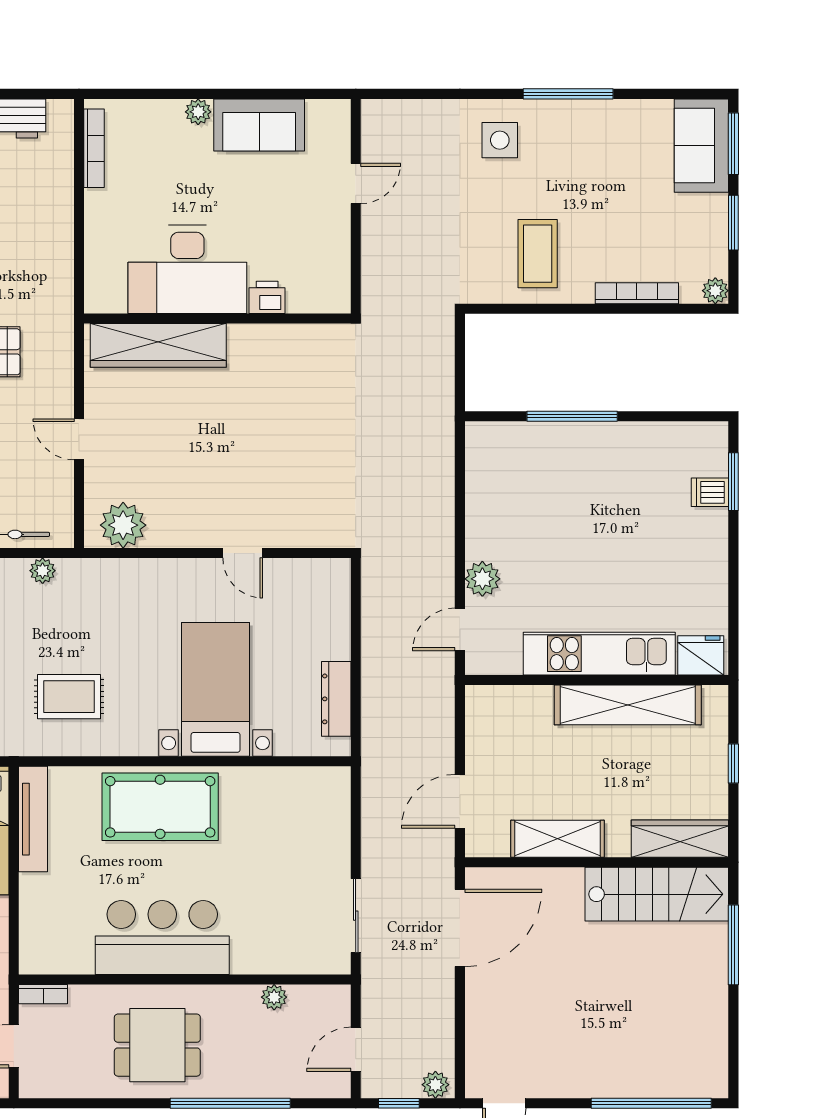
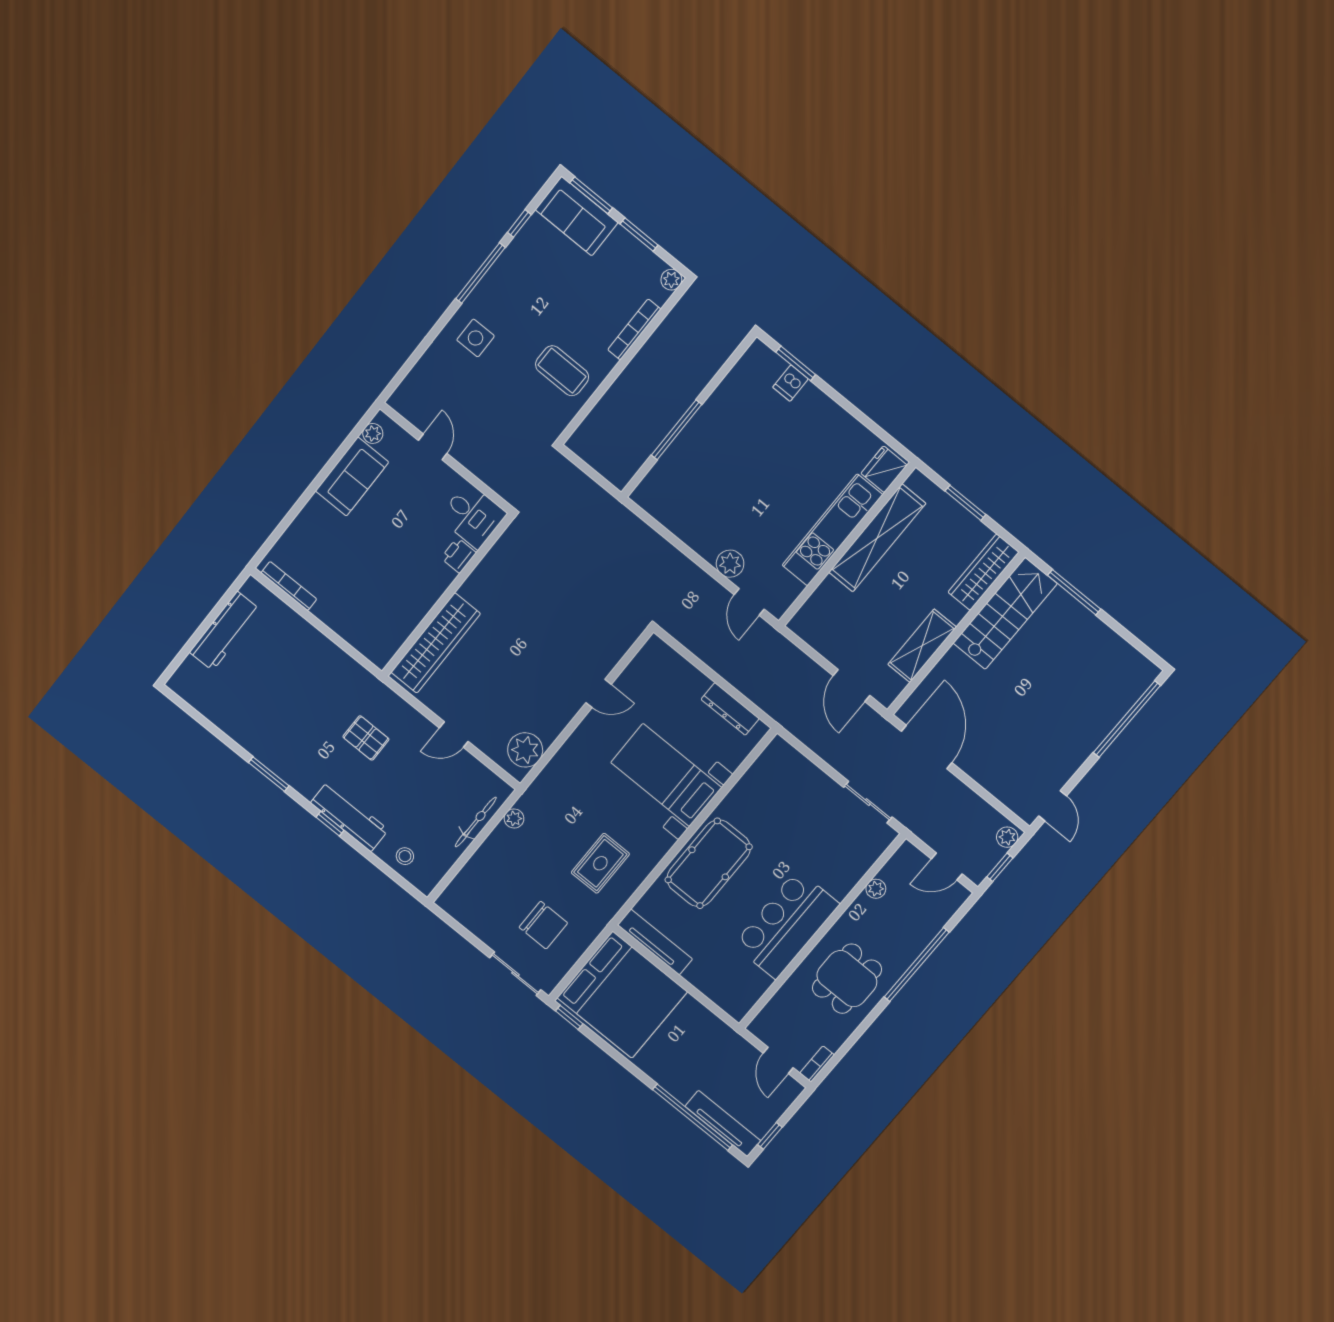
window: (648, 94) -> (519, 223), added
plant: (198, 112) -> (373, 433), moved
desk: (187, 269) -> (473, 516), moved, width x0.53, depth x0.77
window: (733, 763) -> (965, 503), width x1.50
bookcase: (43, 994) -> (817, 1064), moved, turned 180
door: (356, 1049) -> (947, 866), hinge flipped

